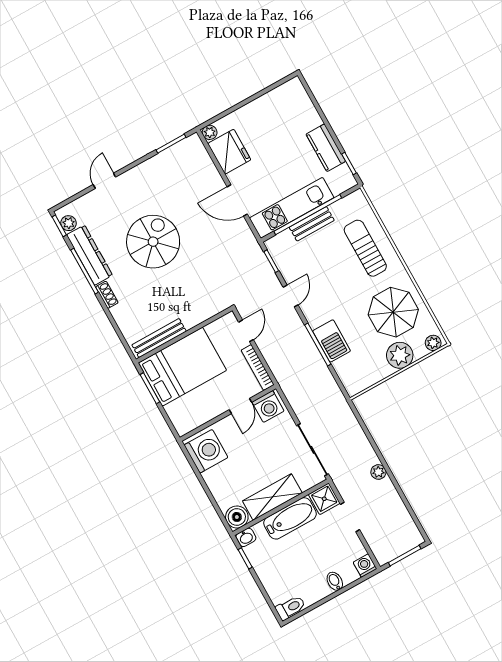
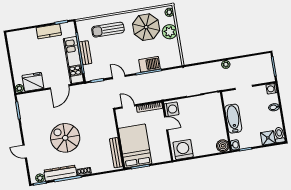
shelving: (272, 497) -> (219, 124), removed
shower: (324, 499) -> (268, 138), moved

